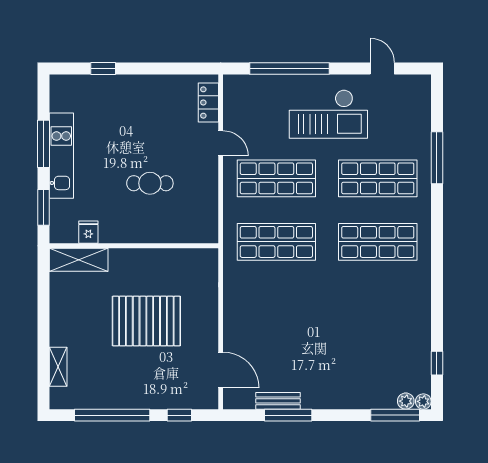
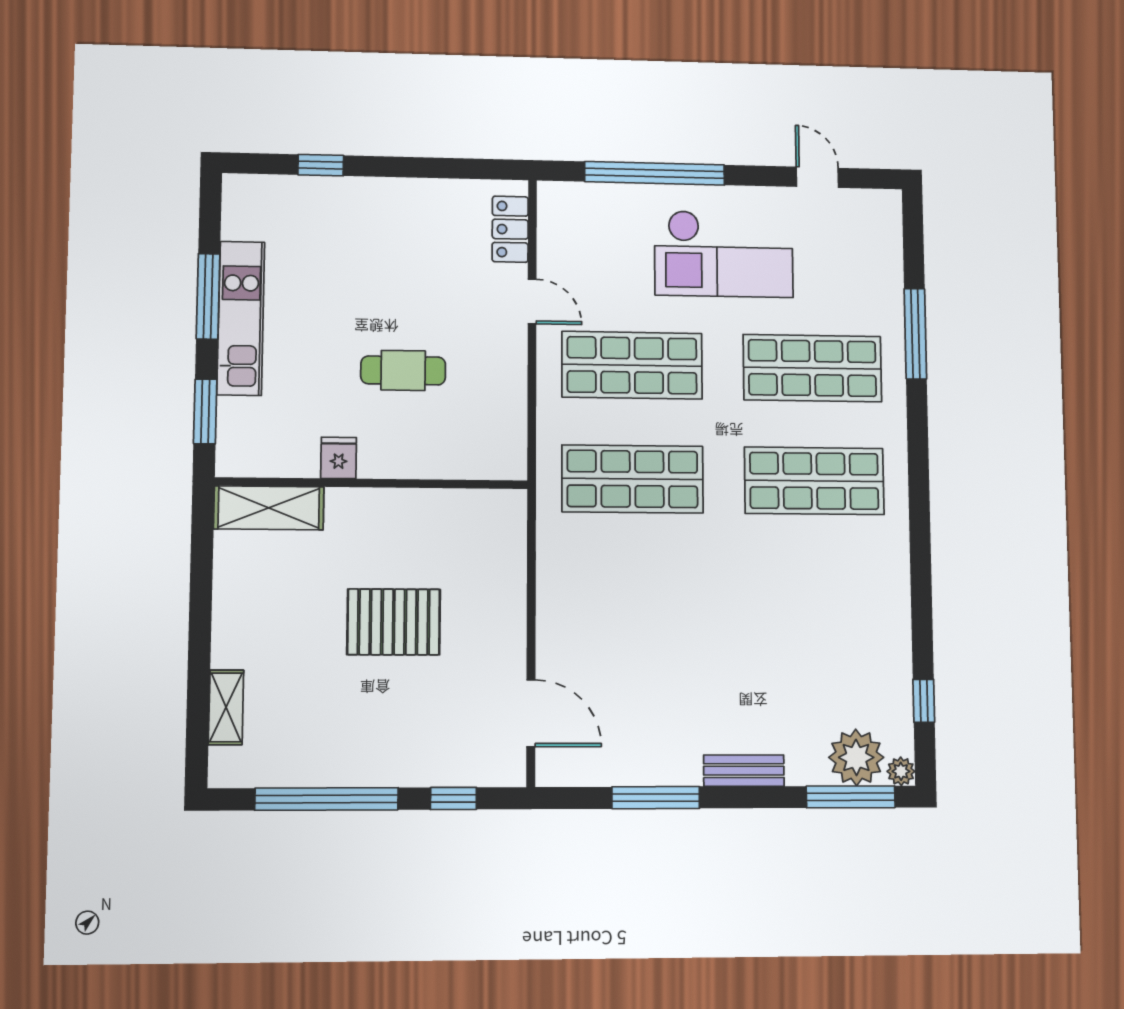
fridge: (88, 232) -> (339, 458), moved
pallet: (146, 321) -> (394, 622), width x0.73, depth x0.71
bench: (278, 401) -> (744, 771), moved
plant: (406, 401) -> (856, 757), width x1.87, depth x1.87

